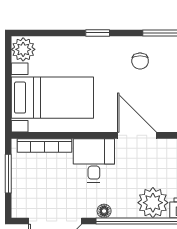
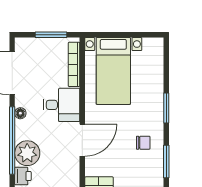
window: (98, 33) -> (166, 108), width x1.50
plant: (23, 49) -> (153, 47), removed
chair: (140, 61) -> (143, 143), turned 180

